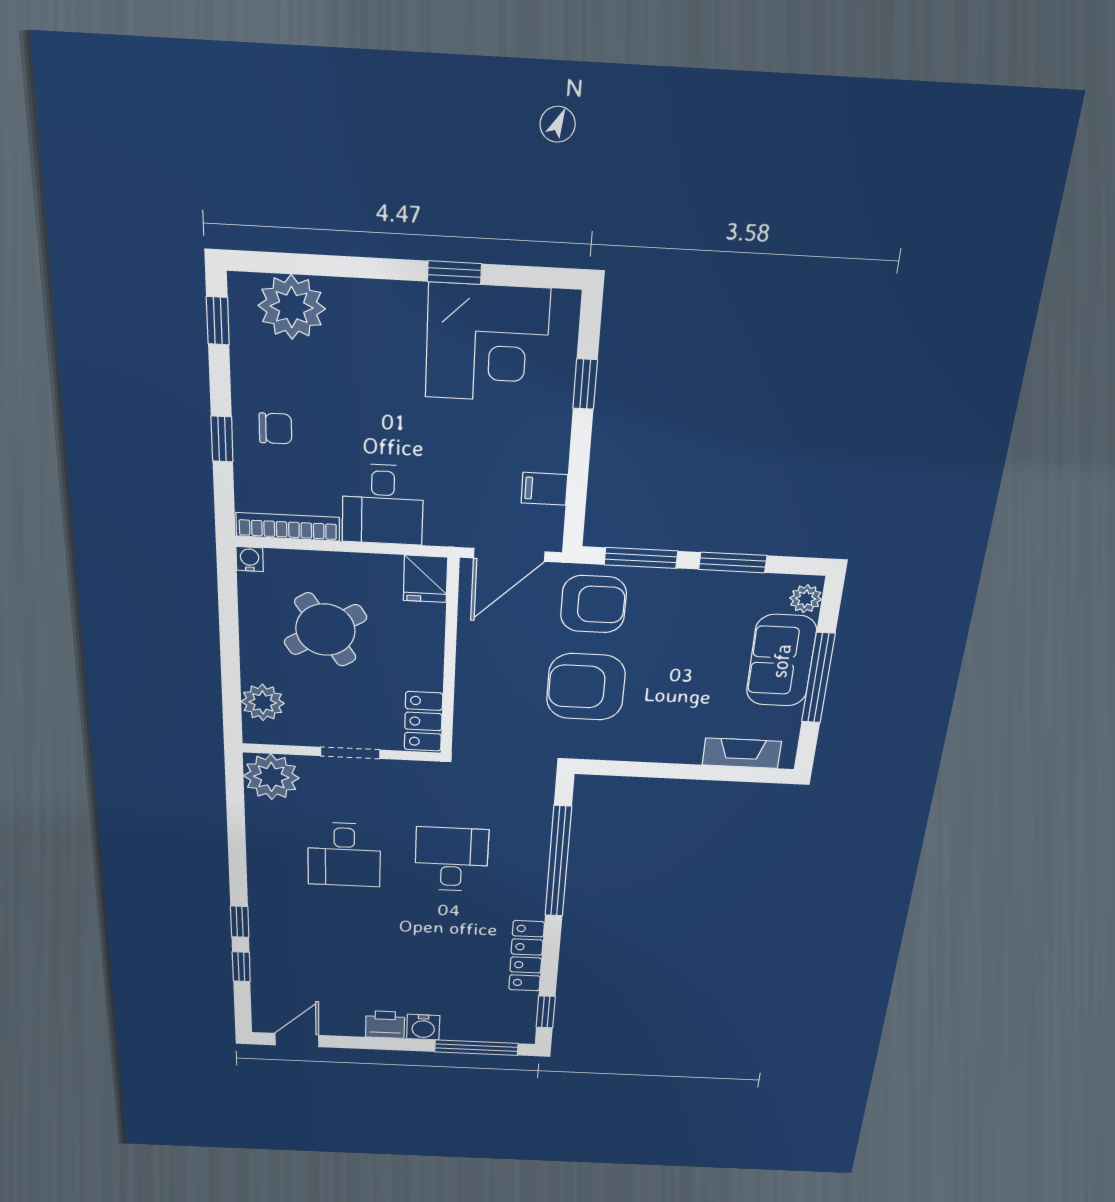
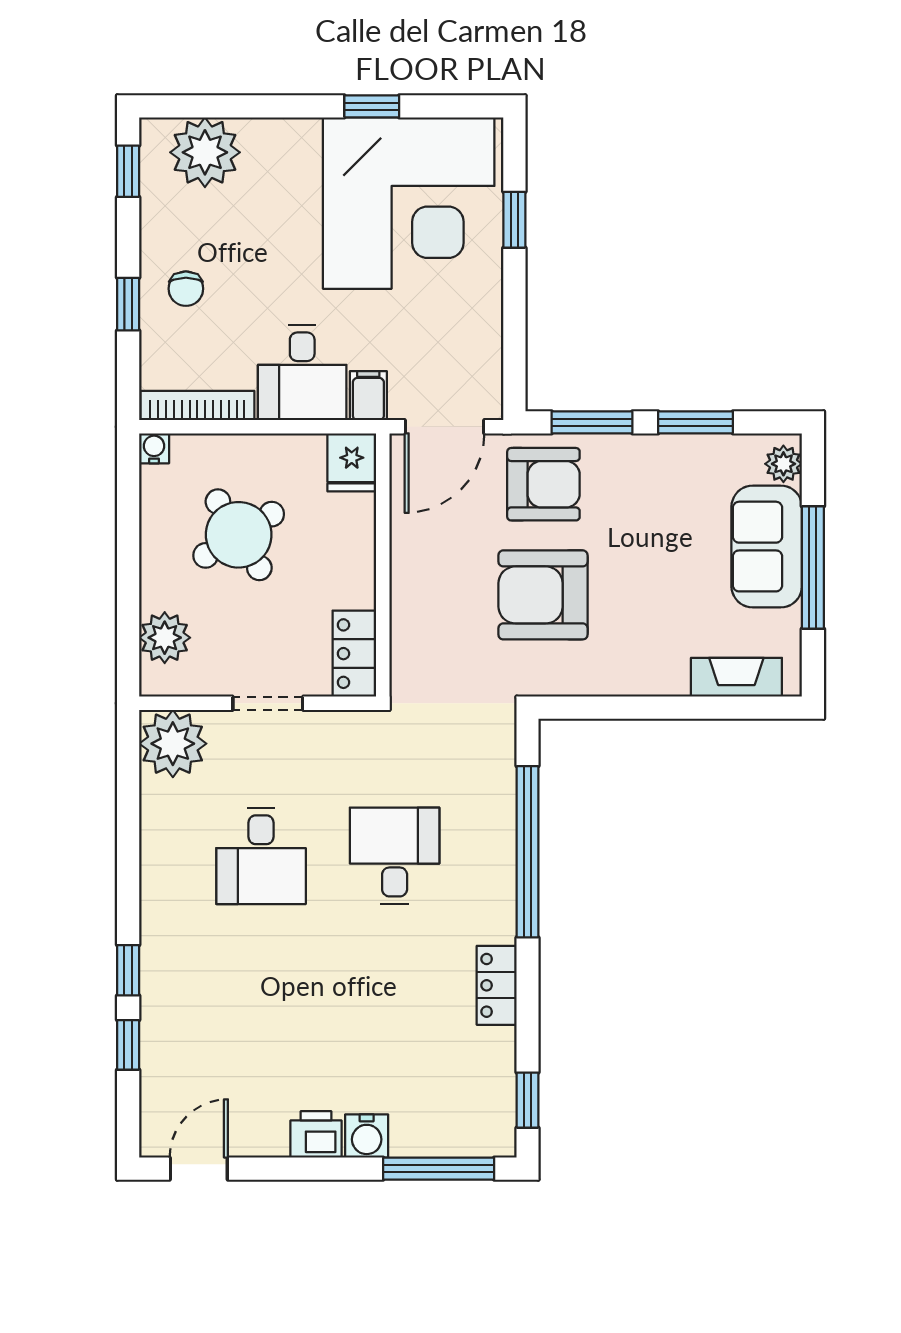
corner desk: (487, 343) -> (409, 203), width x1.36, depth x1.36
chair: (276, 428) -> (186, 289), turned 90
filing cabinet: (544, 489) -> (368, 396), moved, turned 90
locker: (526, 956) -> (497, 985), width x0.66

